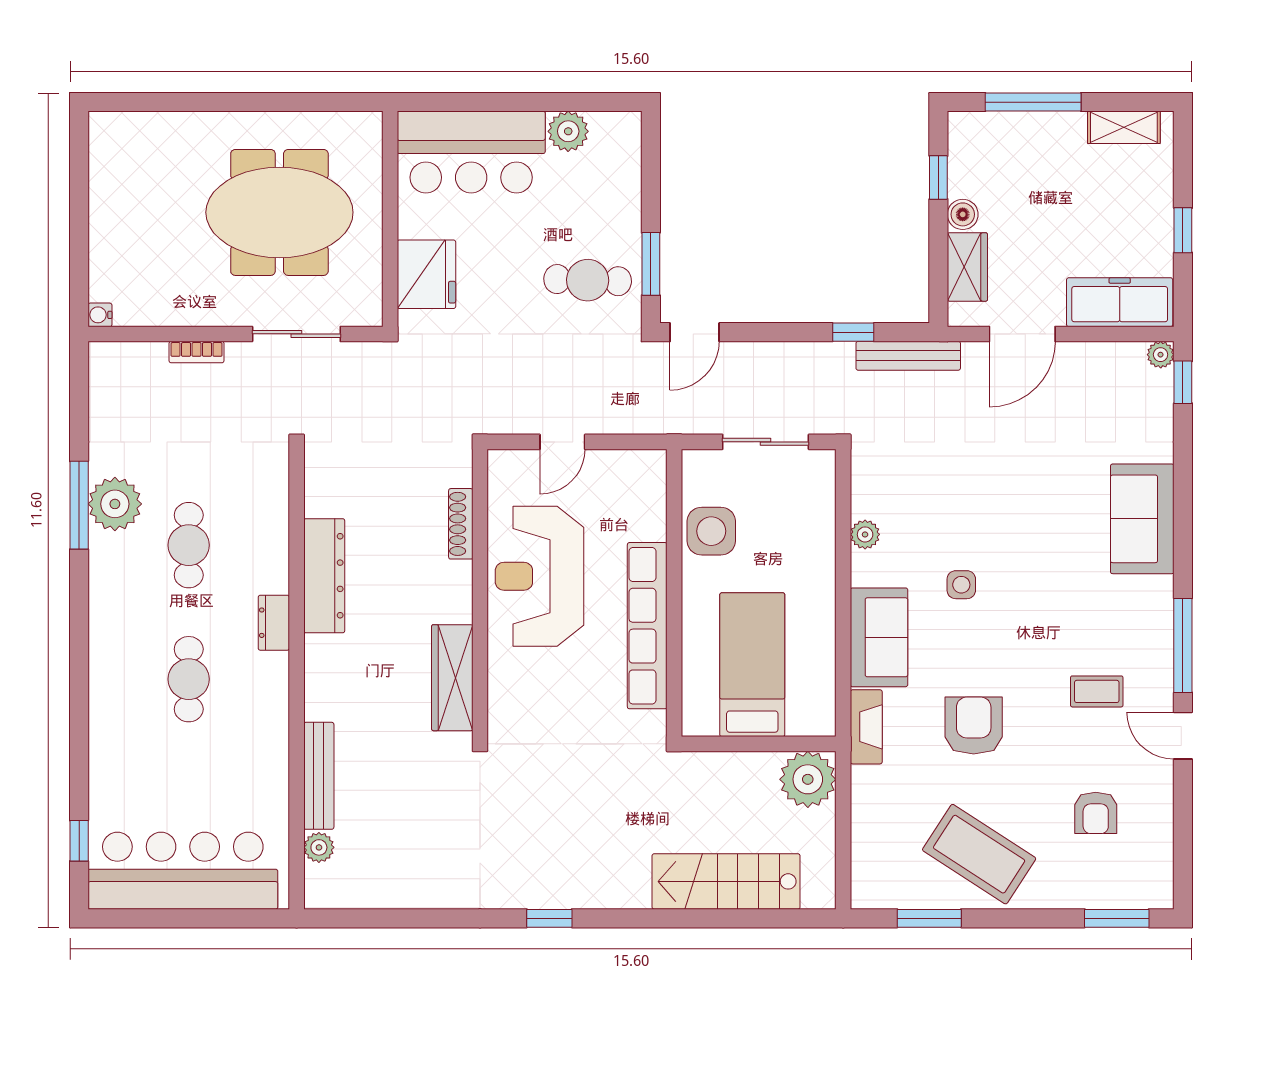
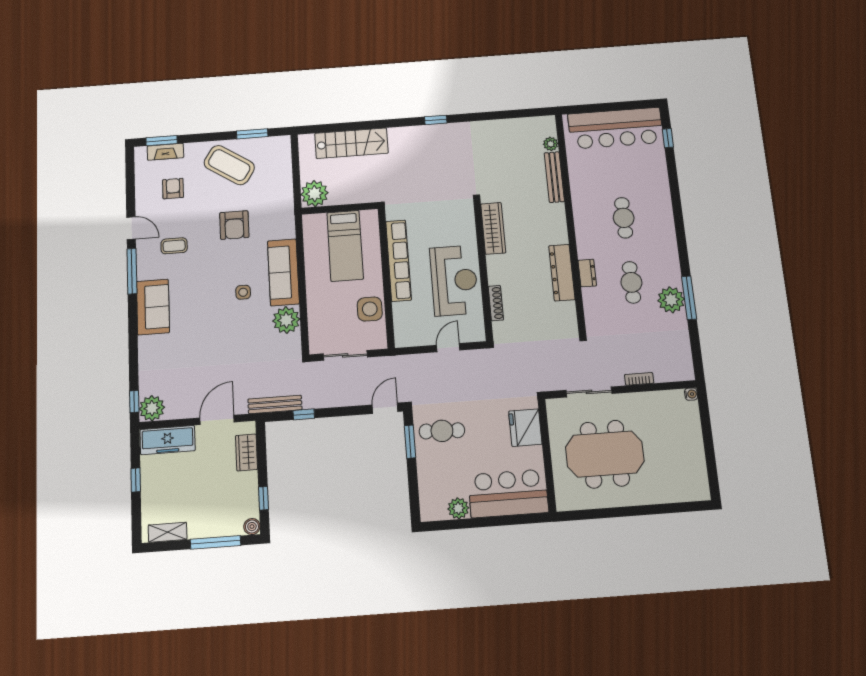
boiler: (963, 214) -> (252, 527), moved
plant: (1161, 355) -> (152, 408), width x1.88, depth x1.88
sofa: (1142, 519) -> (153, 307), moved
plant: (865, 534) -> (286, 320), width x1.87, depth x1.87
dresser: (274, 623) -> (587, 273), moved
sofa: (879, 637) -> (283, 272), width x1.36
fireplace: (866, 727) -> (165, 152), moved, turned -90

